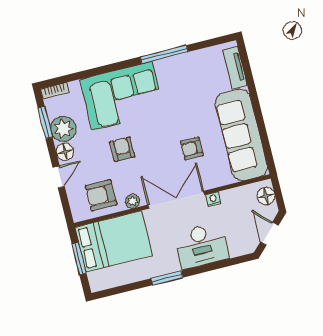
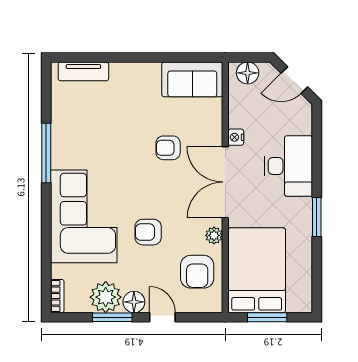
window: (45, 122) -> (112, 317), moved
sofa: (241, 135) -> (192, 79), width x0.54, depth x0.79
armchair: (192, 148) -> (168, 148), turned 90

